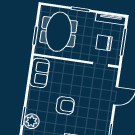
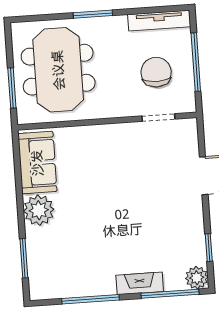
chair: (104, 43) -> (156, 72), turned 90
armchair: (65, 106) -> (105, 218), removed
plant: (31, 121) -> (39, 210), moved

